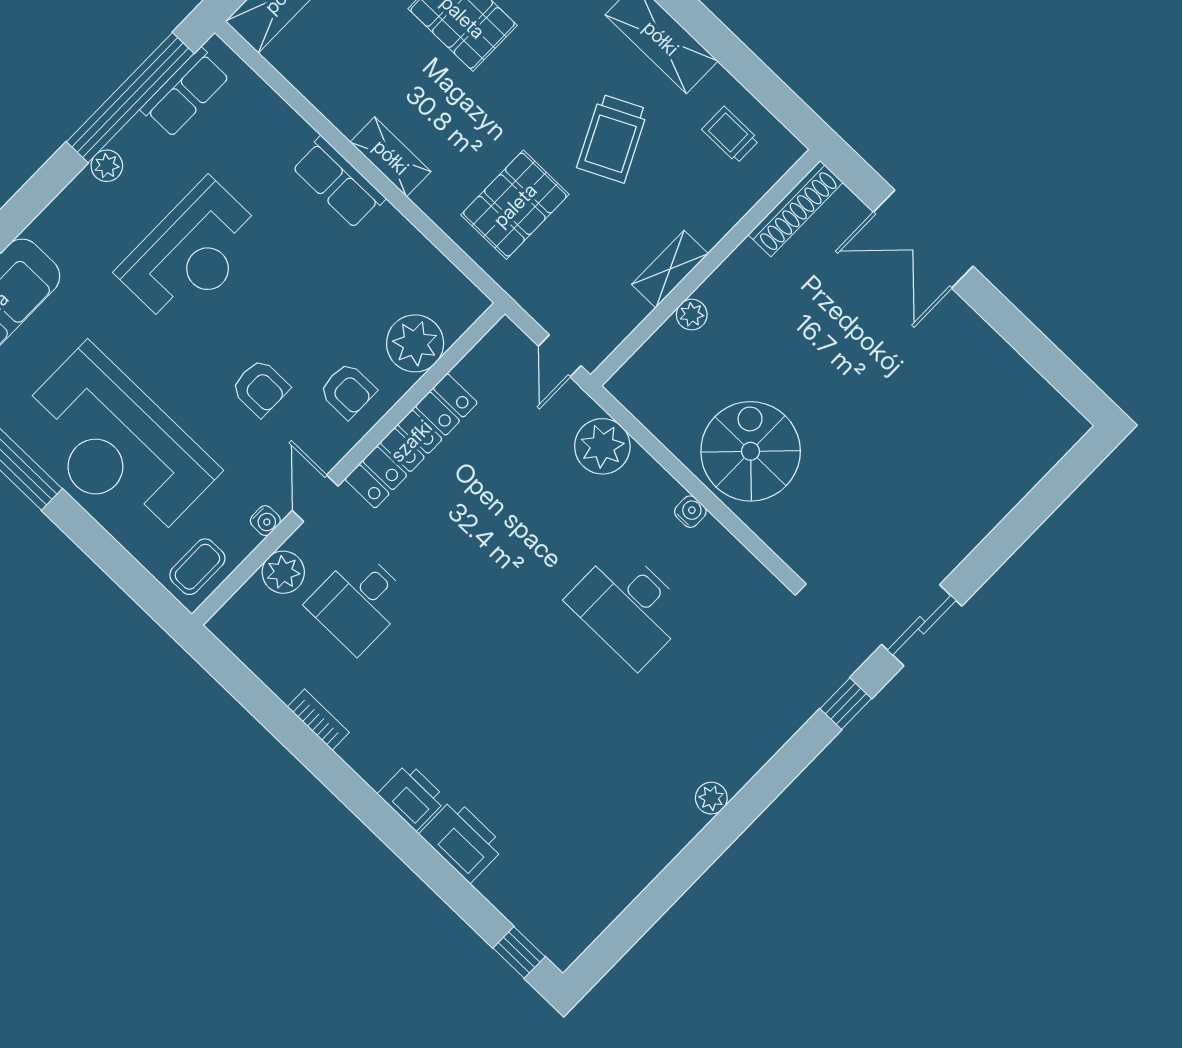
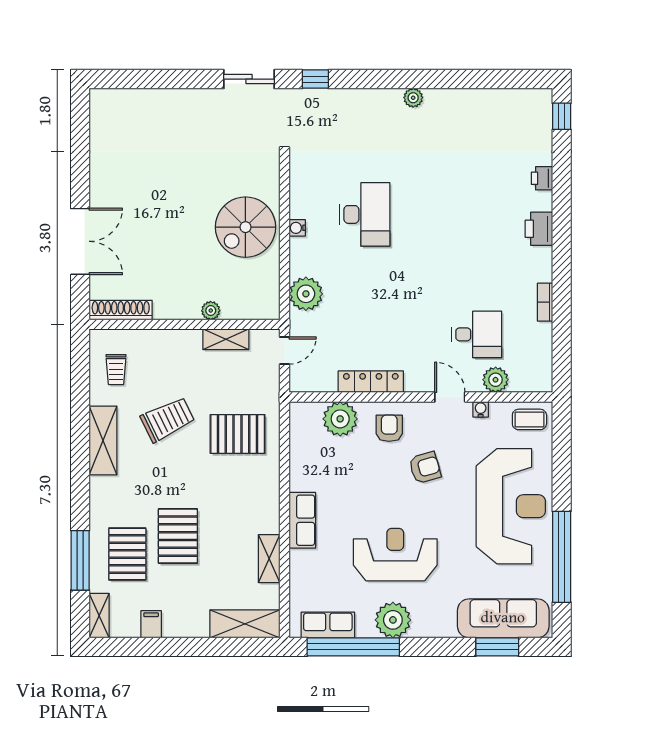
shelving: (391, 157) -> (269, 559), moved
plant: (107, 166) -> (393, 620), width x1.88, depth x1.88
shelving: (670, 269) -> (226, 339), moved
armchair: (260, 388) -> (425, 468), turned 74
locker: (411, 441) -> (371, 382), width x0.71, depth x0.83
door: (315, 498) -> (450, 397), swing flipped
printer: (462, 840) -> (542, 178), width x0.53, depth x0.68

